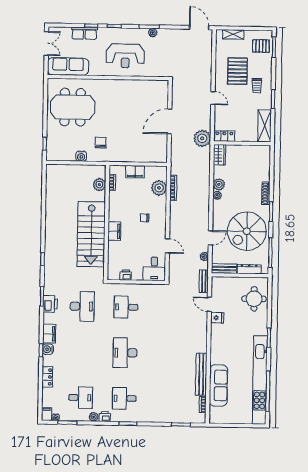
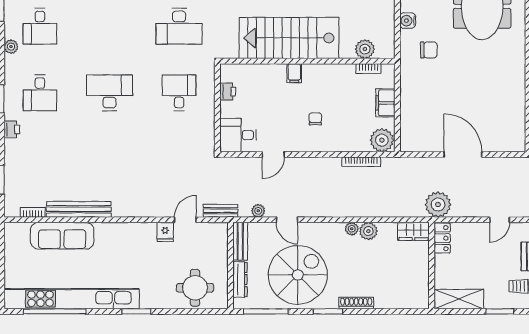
plant: (159, 188) -> (382, 140), moved
filing cabinet: (114, 231) -> (294, 73), width x0.50
spiral stairs: (247, 231) -> (298, 275), turned 90
desk: (124, 398) -> (40, 93), turned 180
printer: (105, 417) -> (12, 129), moved

